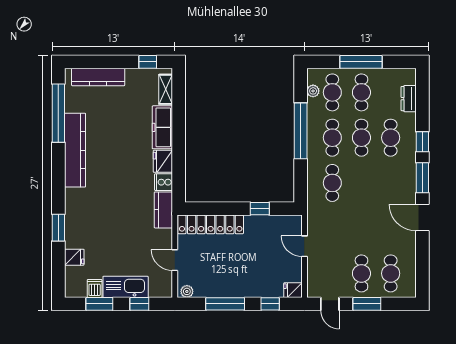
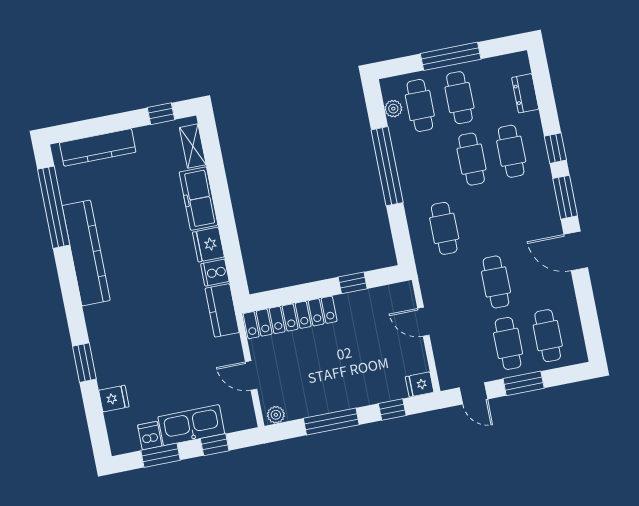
cafe table: (332, 138) -> (496, 282), moved

